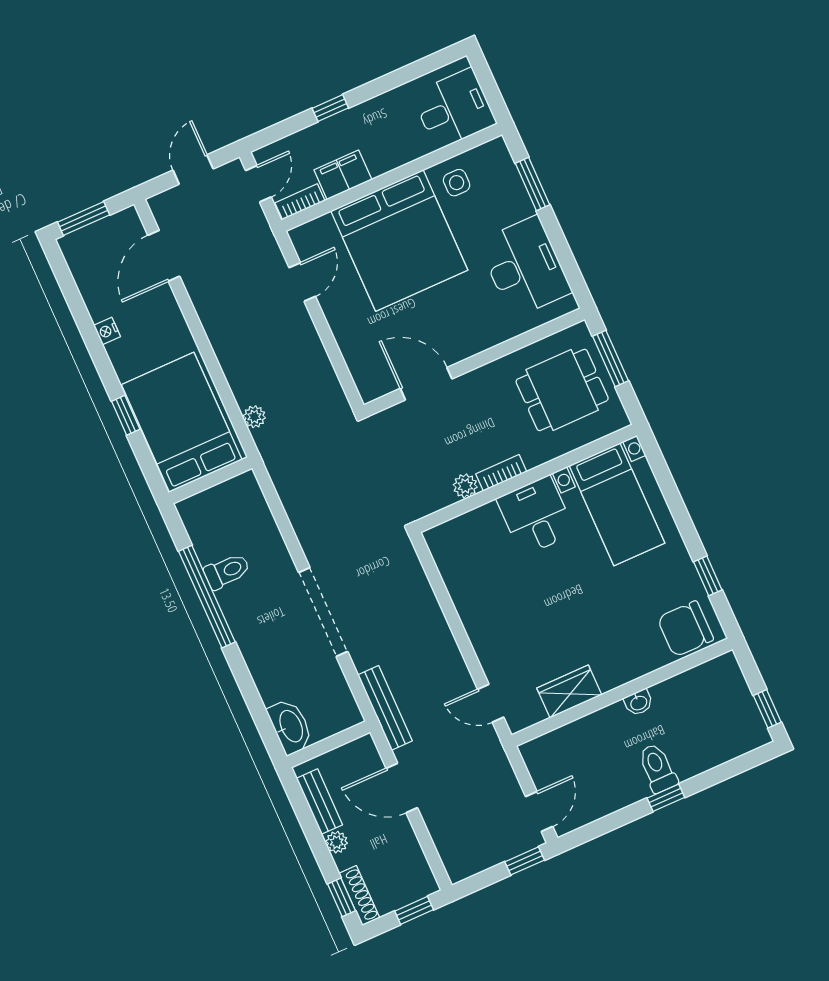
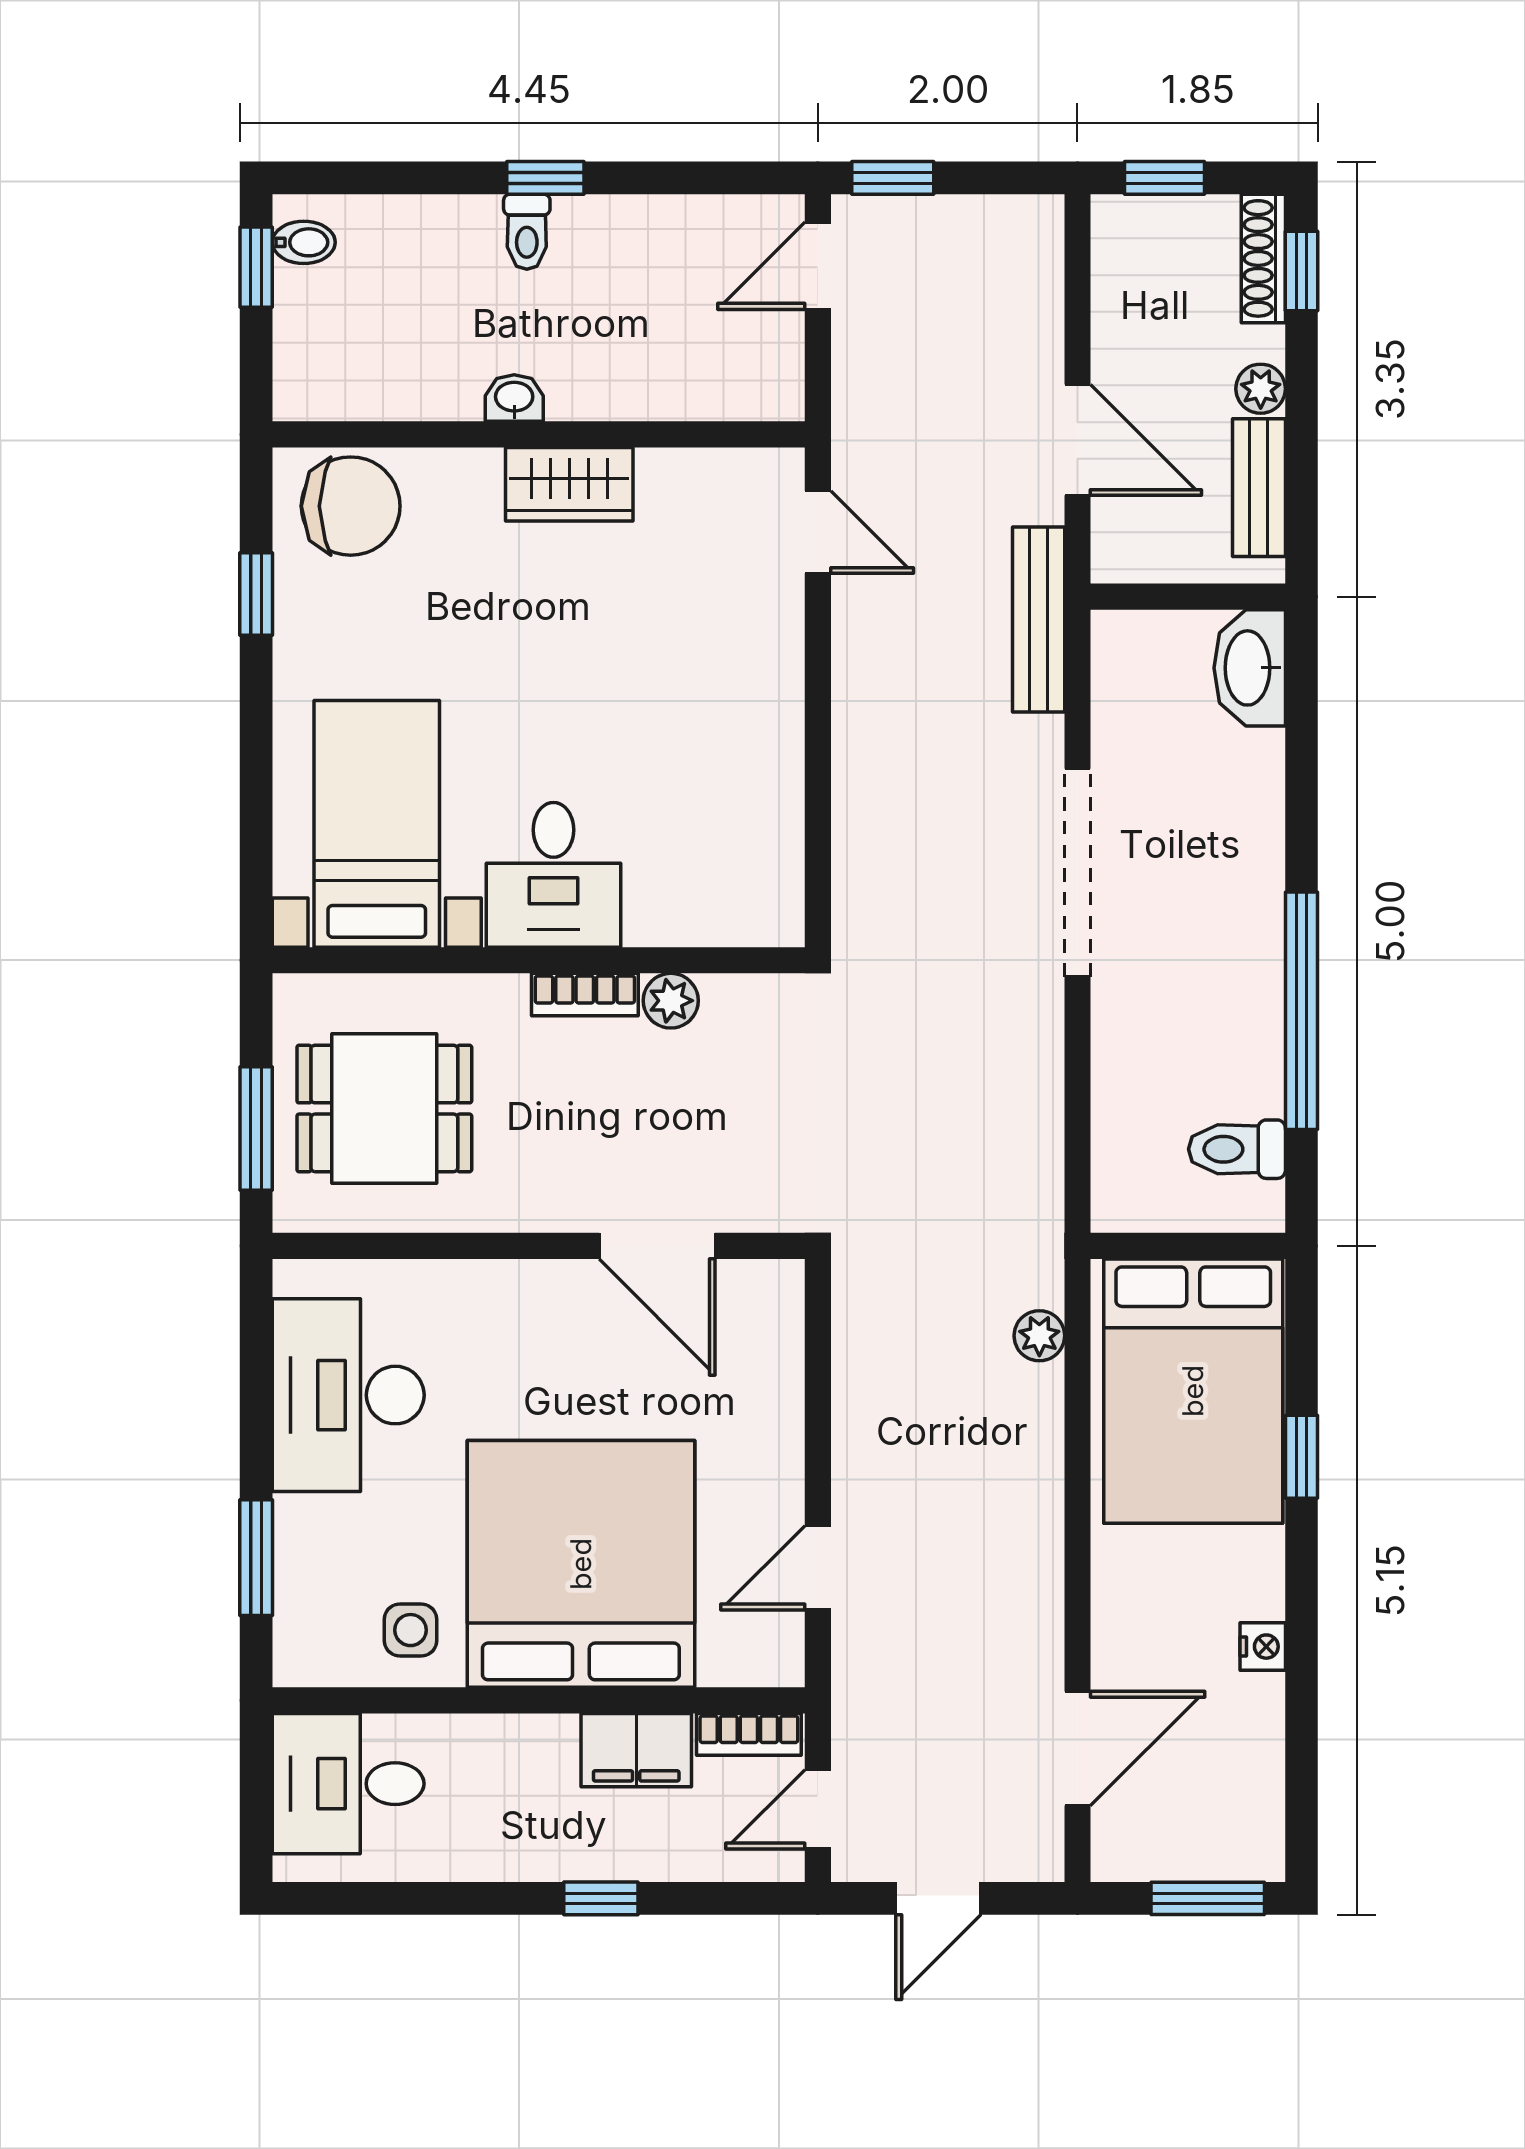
toilet: (227, 571) -> (1237, 1149), moved
wardrobe: (569, 691) -> (569, 484), moved
bidet: (752, 728) -> (304, 242), added
toilet: (657, 768) -> (527, 232), width x0.73, depth x0.72

